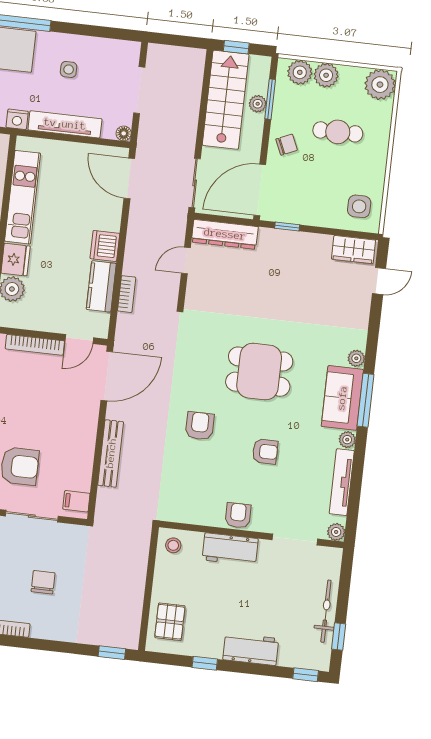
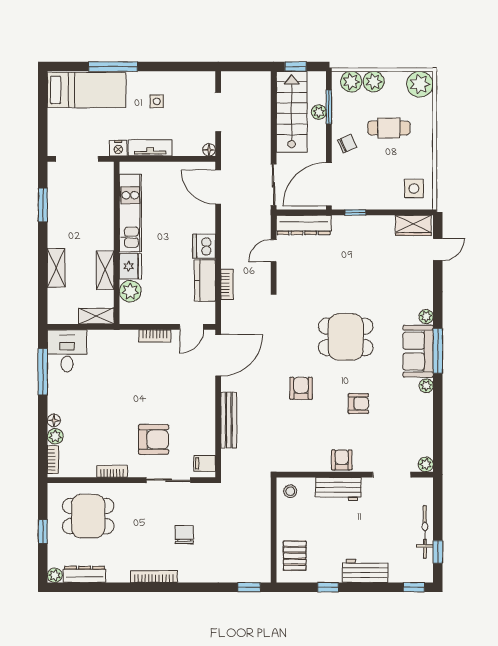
tv unit: (65, 124) -> (150, 148), width x0.71
bookcase: (35, 345) -> (155, 336), width x0.64
tv unit: (342, 482) -> (426, 422), removed

